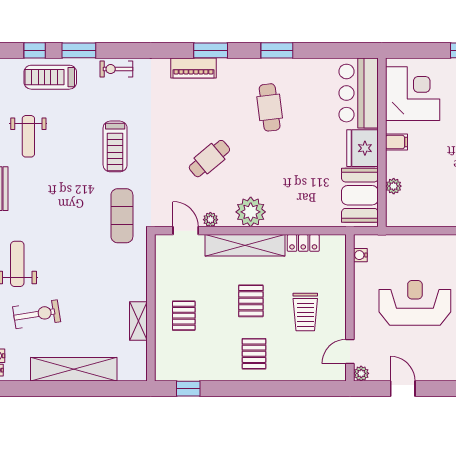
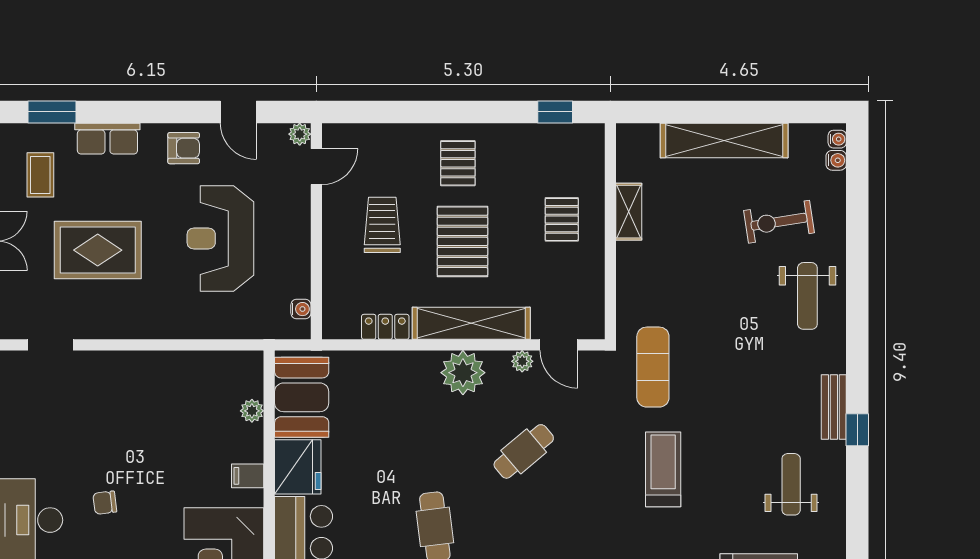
pallet: (251, 301) -> (462, 241), width x1.50, depth x1.42
reception desk: (415, 303) -> (220, 239), turned 90
armchair: (440, 364) -> (184, 148), added

